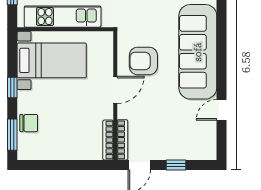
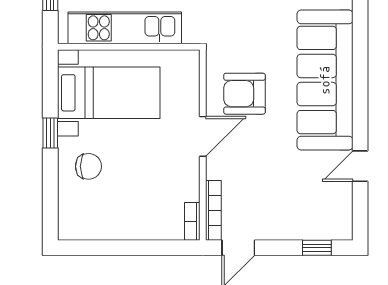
chair: (29, 123) -> (88, 166), moved
window: (12, 135) -> (50, 203), removed
bookcase: (108, 140) -> (192, 221), width x0.64
window: (176, 165) -> (317, 248), moved

